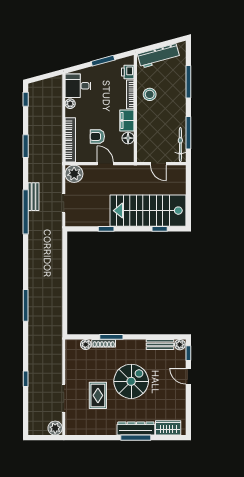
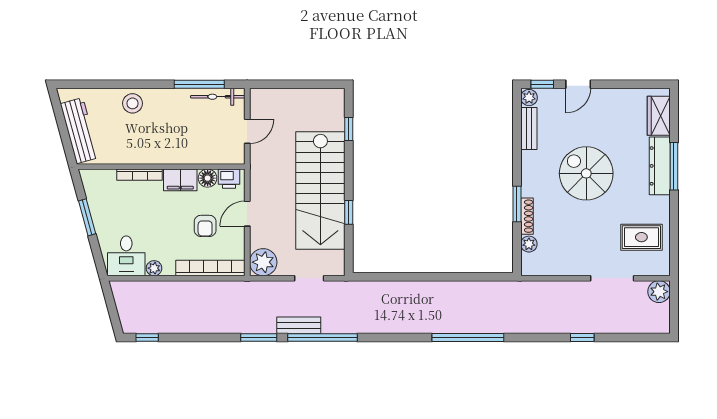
printer: (128, 72) -> (229, 179), moved
window: (188, 82) -> (120, 84), removed
stool: (150, 94) -> (133, 103), moved
window: (26, 146) -> (259, 337), moved
stairs: (148, 211) -> (320, 191), moved
window: (26, 305) -> (468, 337), width x1.46
rug: (98, 395) -> (641, 237), moved

